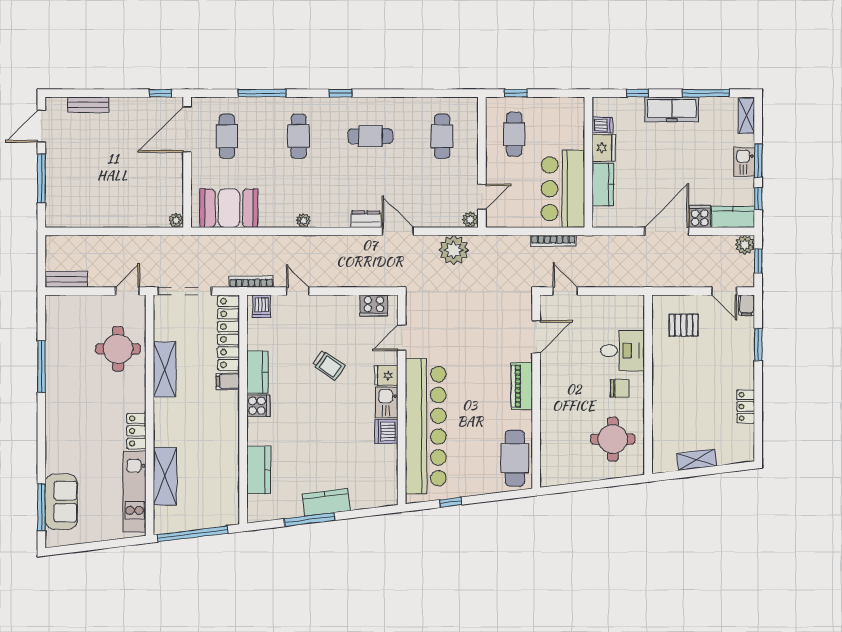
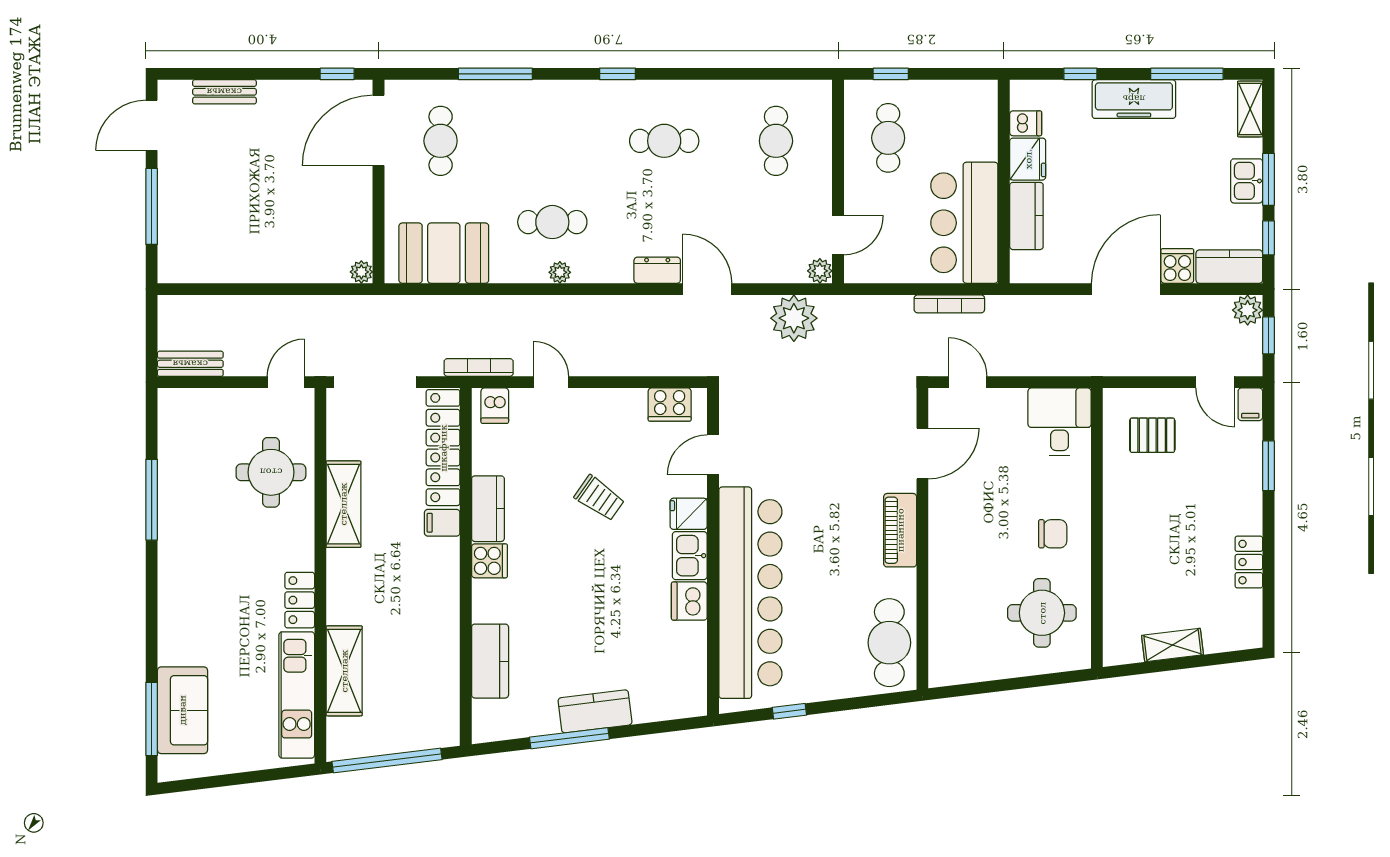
cafe table: (299, 136) -> (552, 222), moved, turned 90
desk: (623, 351) -> (1060, 422), moved, turned -90

